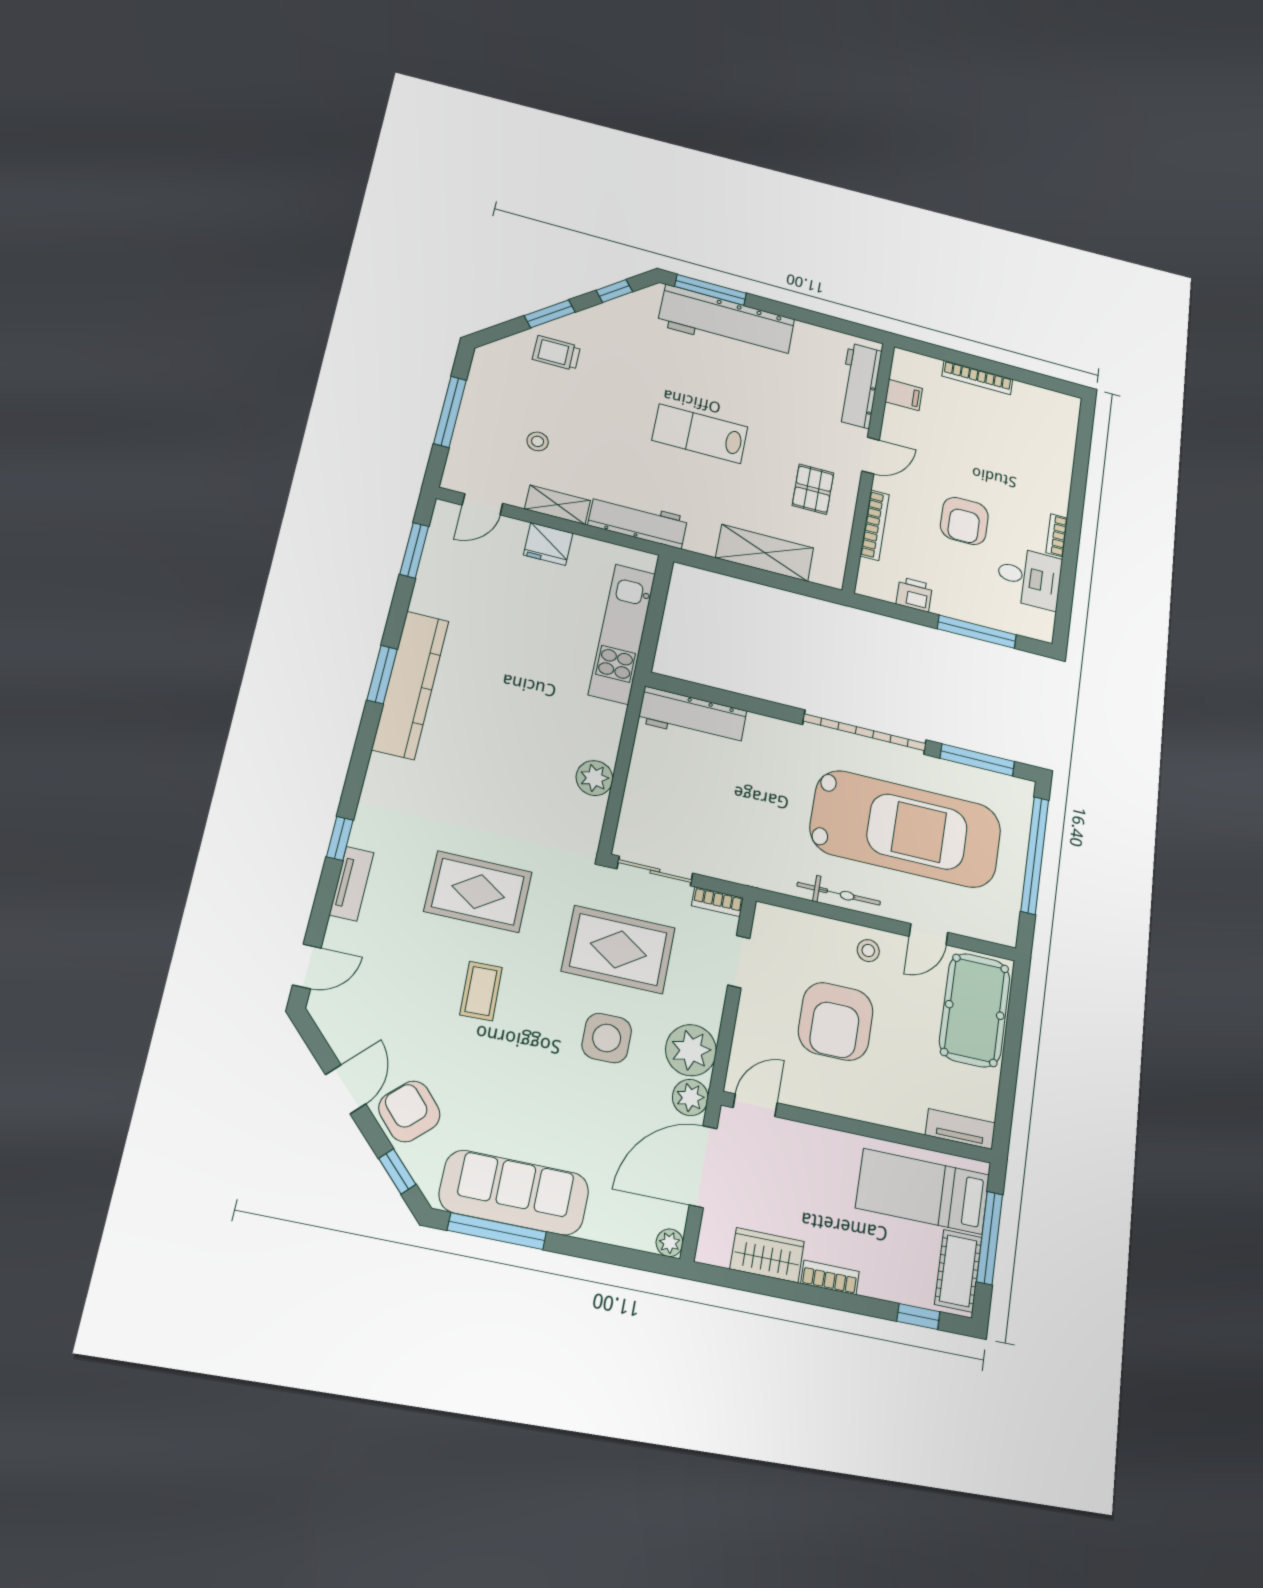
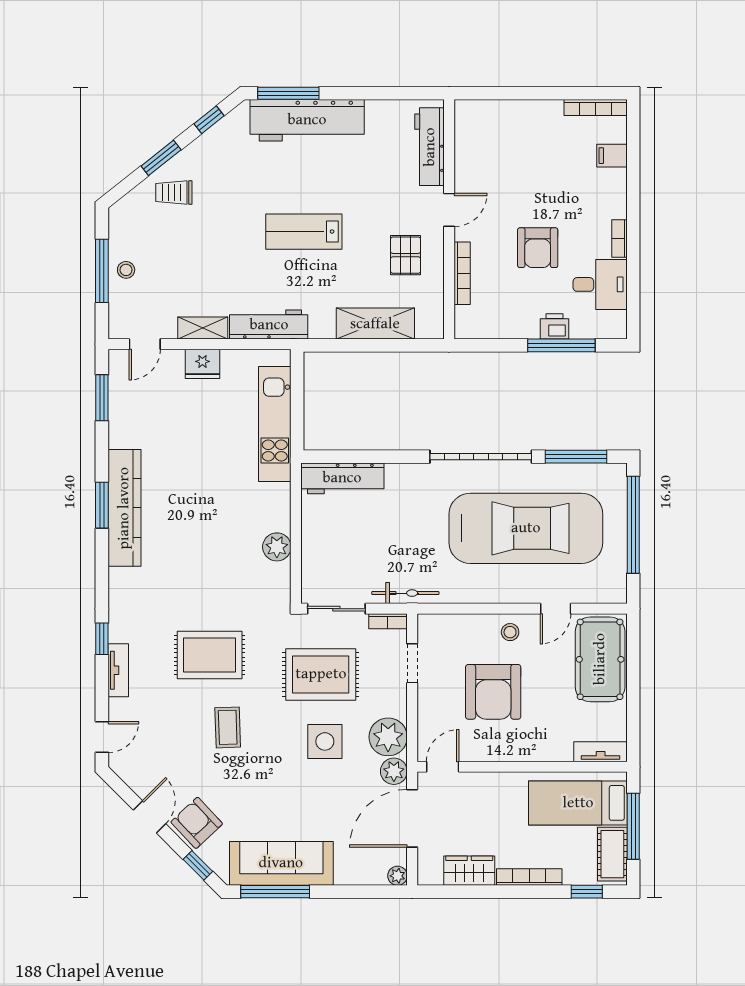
bookcase: (977, 378) -> (596, 108), moved
filing cabinet: (904, 395) -> (612, 156), moved, turned 180
stool: (538, 441) -> (126, 270), moved
printer: (914, 594) -> (555, 326), moved
bicycle: (839, 894) -> (405, 593), moved
bookcase: (830, 1277) -> (529, 877), width x1.56

